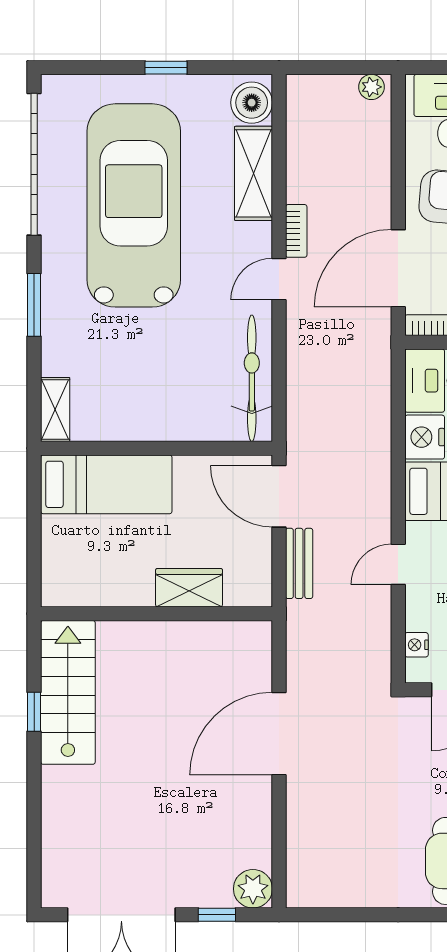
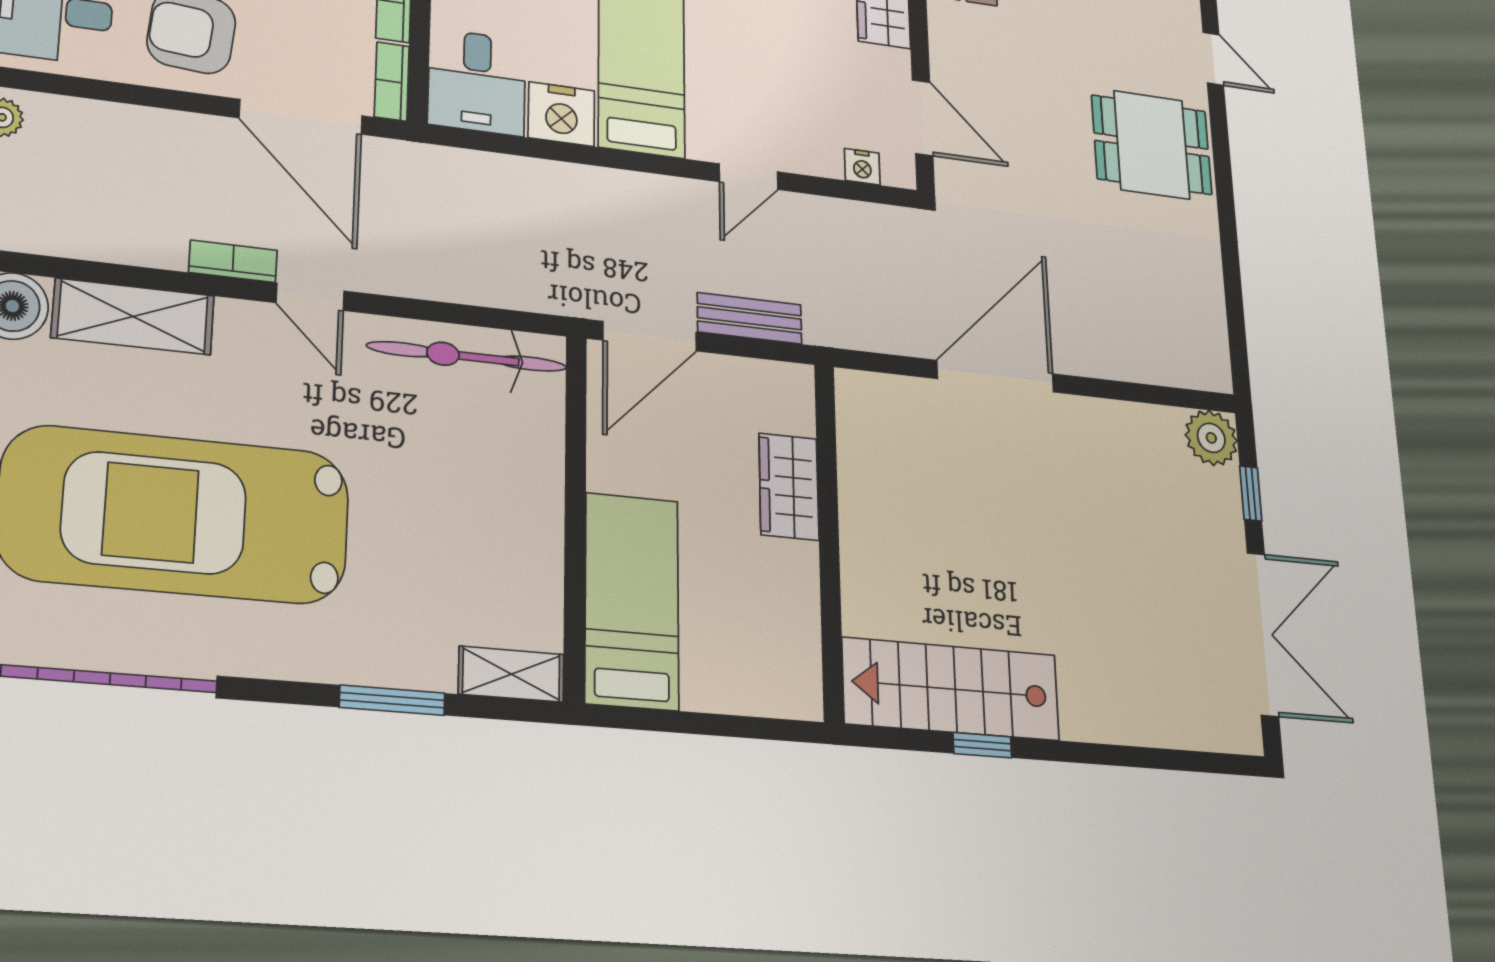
window: (34, 305) -> (392, 700), moved
door: (398, 564) -> (749, 177), hinge flipped
door: (279, 734) -> (995, 376), swing flipped

